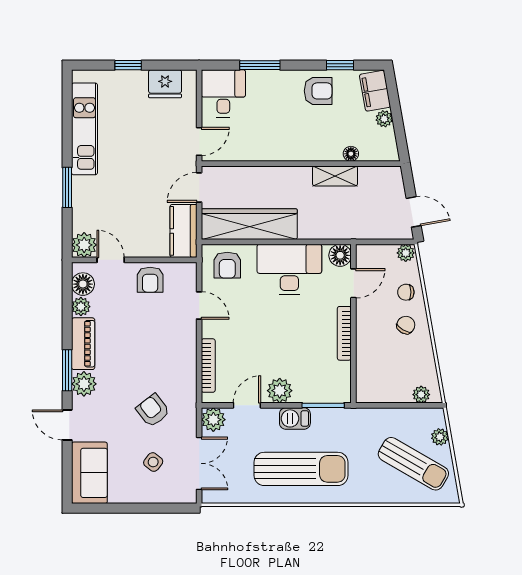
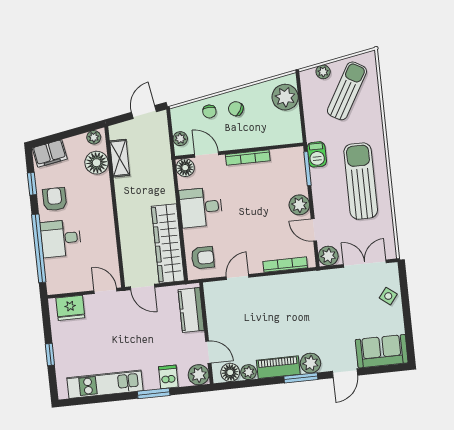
window: (260, 65) -> (39, 248), width x2.11
fridge: (165, 84) -> (70, 308), moved, turned 90
desk: (223, 93) -> (61, 238), moved
plant: (384, 119) -> (94, 137), moved
floor lamp: (351, 154) -> (97, 163), width x1.89, depth x1.89
shelving: (335, 176) -> (120, 158), moved
dishwasher: (85, 208) -> (168, 377), added
kitchen counter: (183, 231) -> (191, 310), moved, turned 90
plant: (406, 253) -> (180, 139), moved
door: (111, 260) -> (208, 352), swing flipped
desk: (289, 269) -> (201, 207), width x0.73
armchair: (150, 280) -> (221, 319), removed
plant: (421, 395) -> (285, 97), width x1.88, depth x1.88
armchair: (153, 410) -> (326, 305), removed
barbecue: (295, 418) -> (317, 154), moved
side table: (153, 462) -> (388, 296), moved

